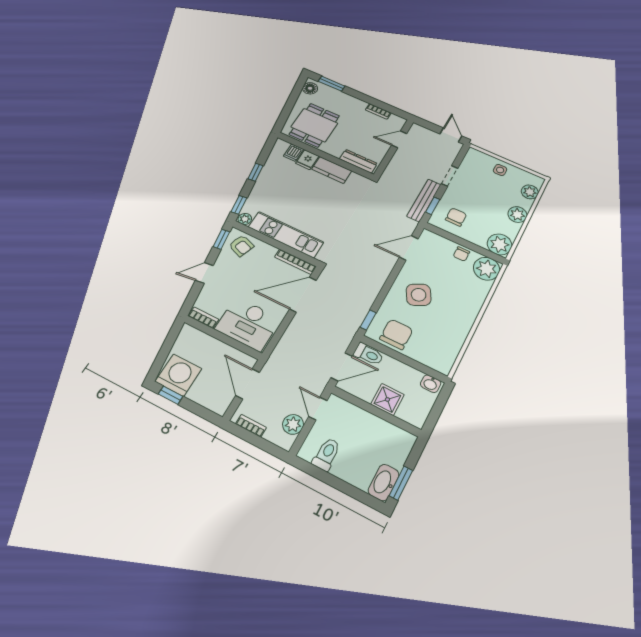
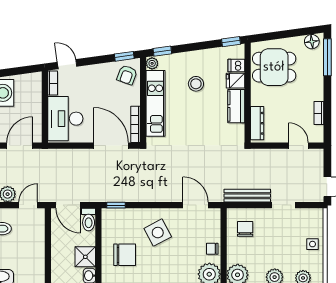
window: (332, 84) -> (327, 57), width x1.44
window: (255, 172) -> (231, 42), moved
stool: (289, 192) -> (196, 84), added
window: (433, 206) -> (246, 205), removed
chair: (456, 217) -> (245, 229), turned -90
door: (204, 273) -> (67, 64), moved
chair: (396, 334) -> (125, 255), moved
shower: (387, 399) -> (85, 257), moved

